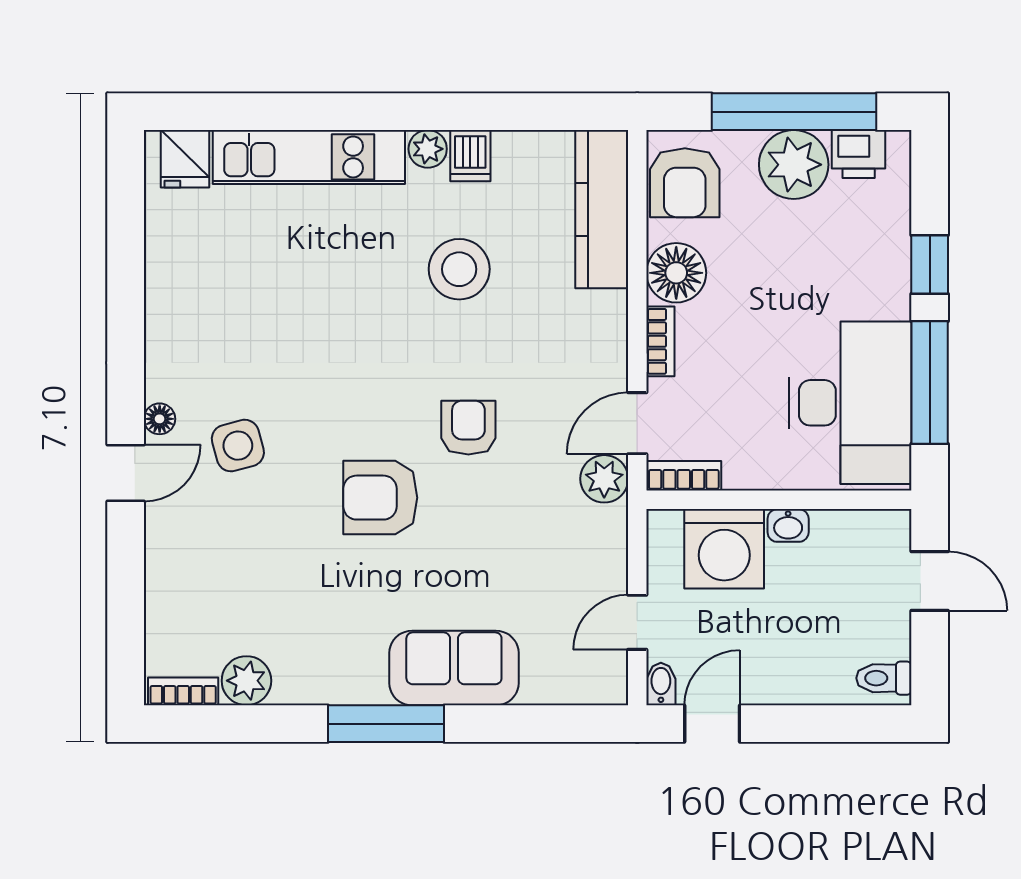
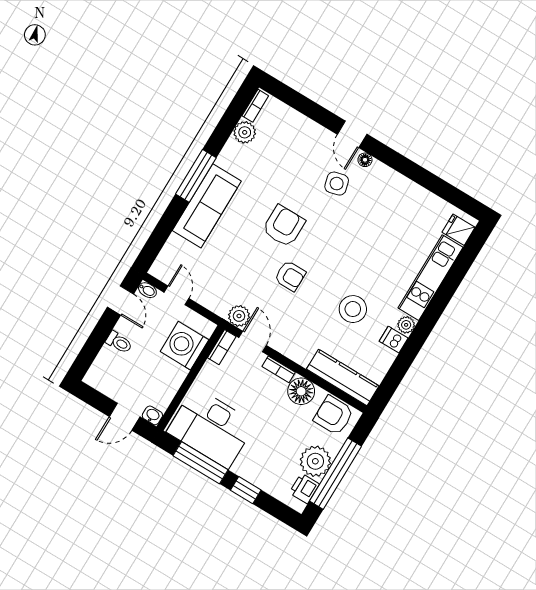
washbasin: (788, 525) -> (152, 415), moved, turned 90
sofa: (454, 668) -> (207, 206), width x1.36
toilet: (884, 678) -> (119, 342), moved, turned 90

